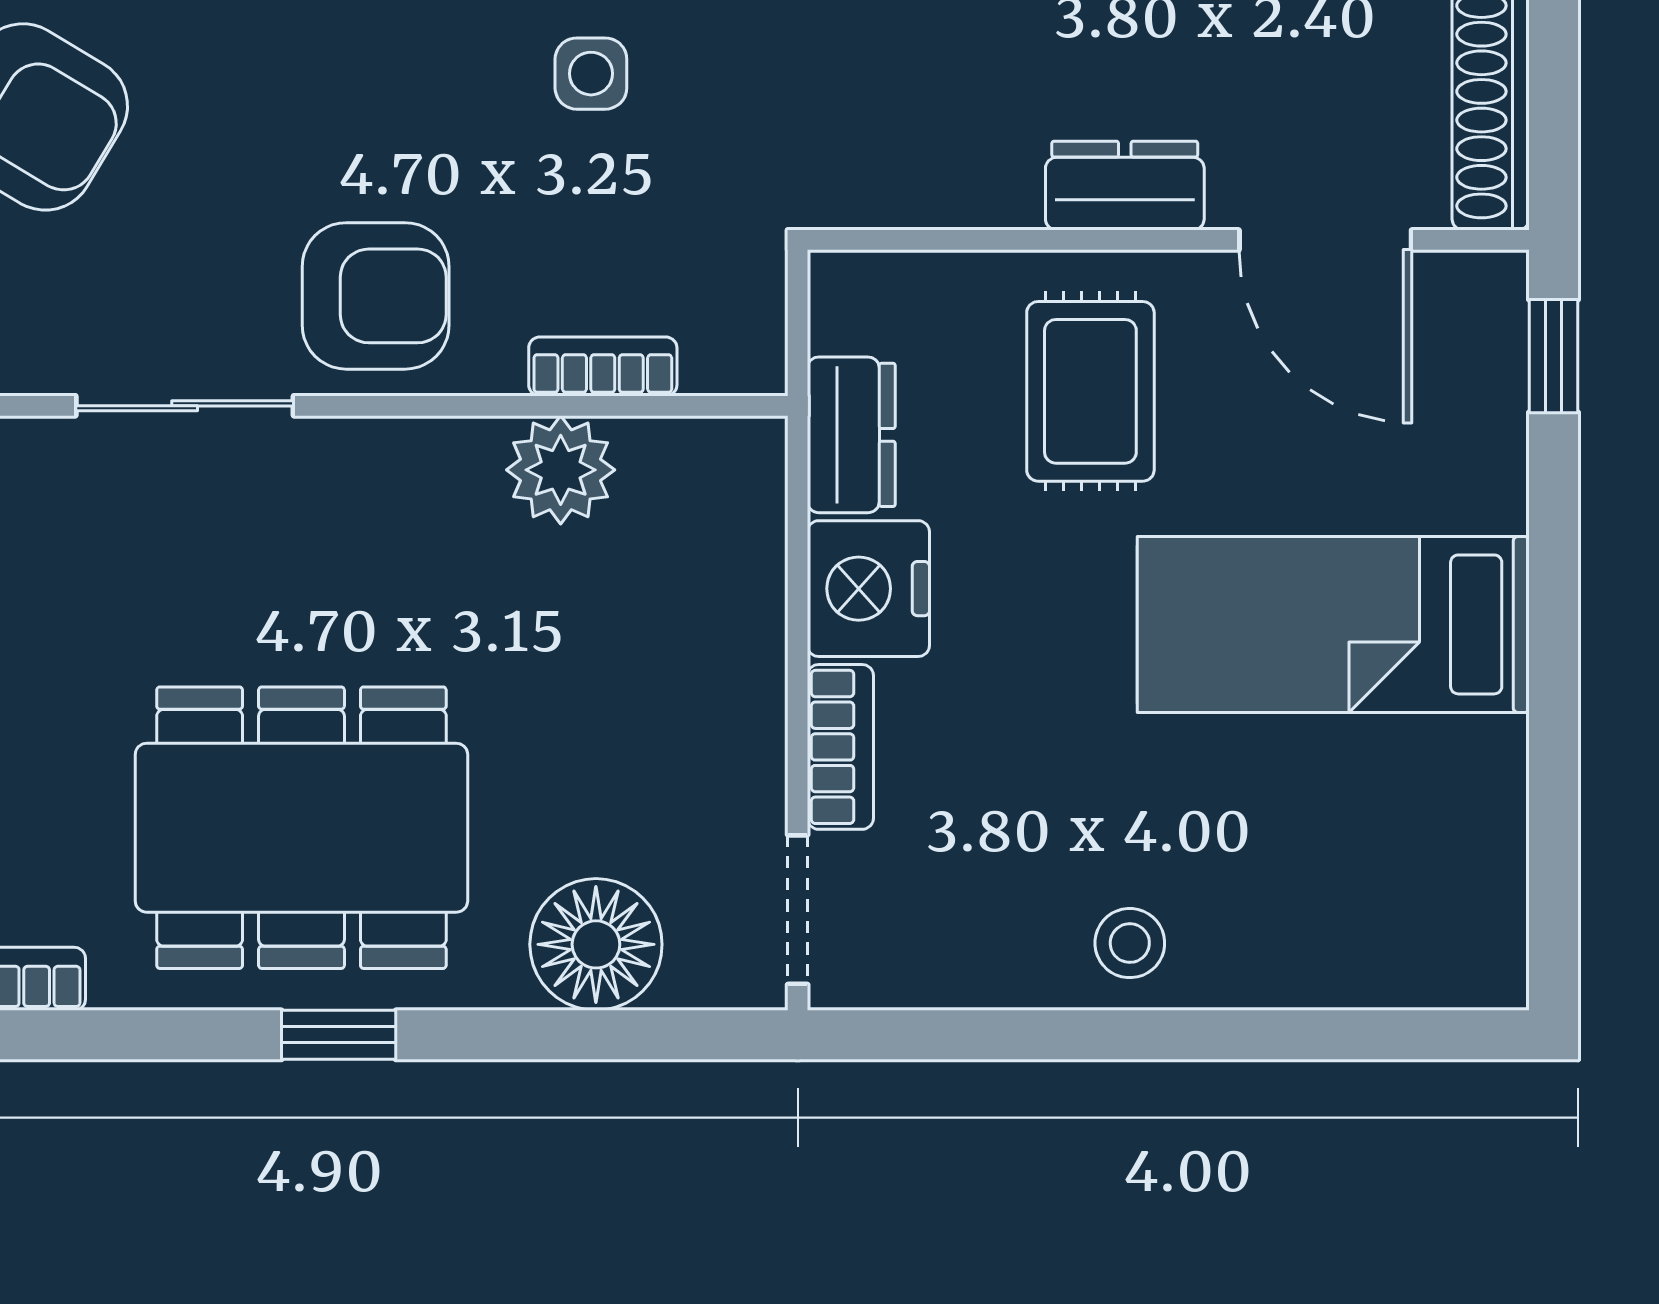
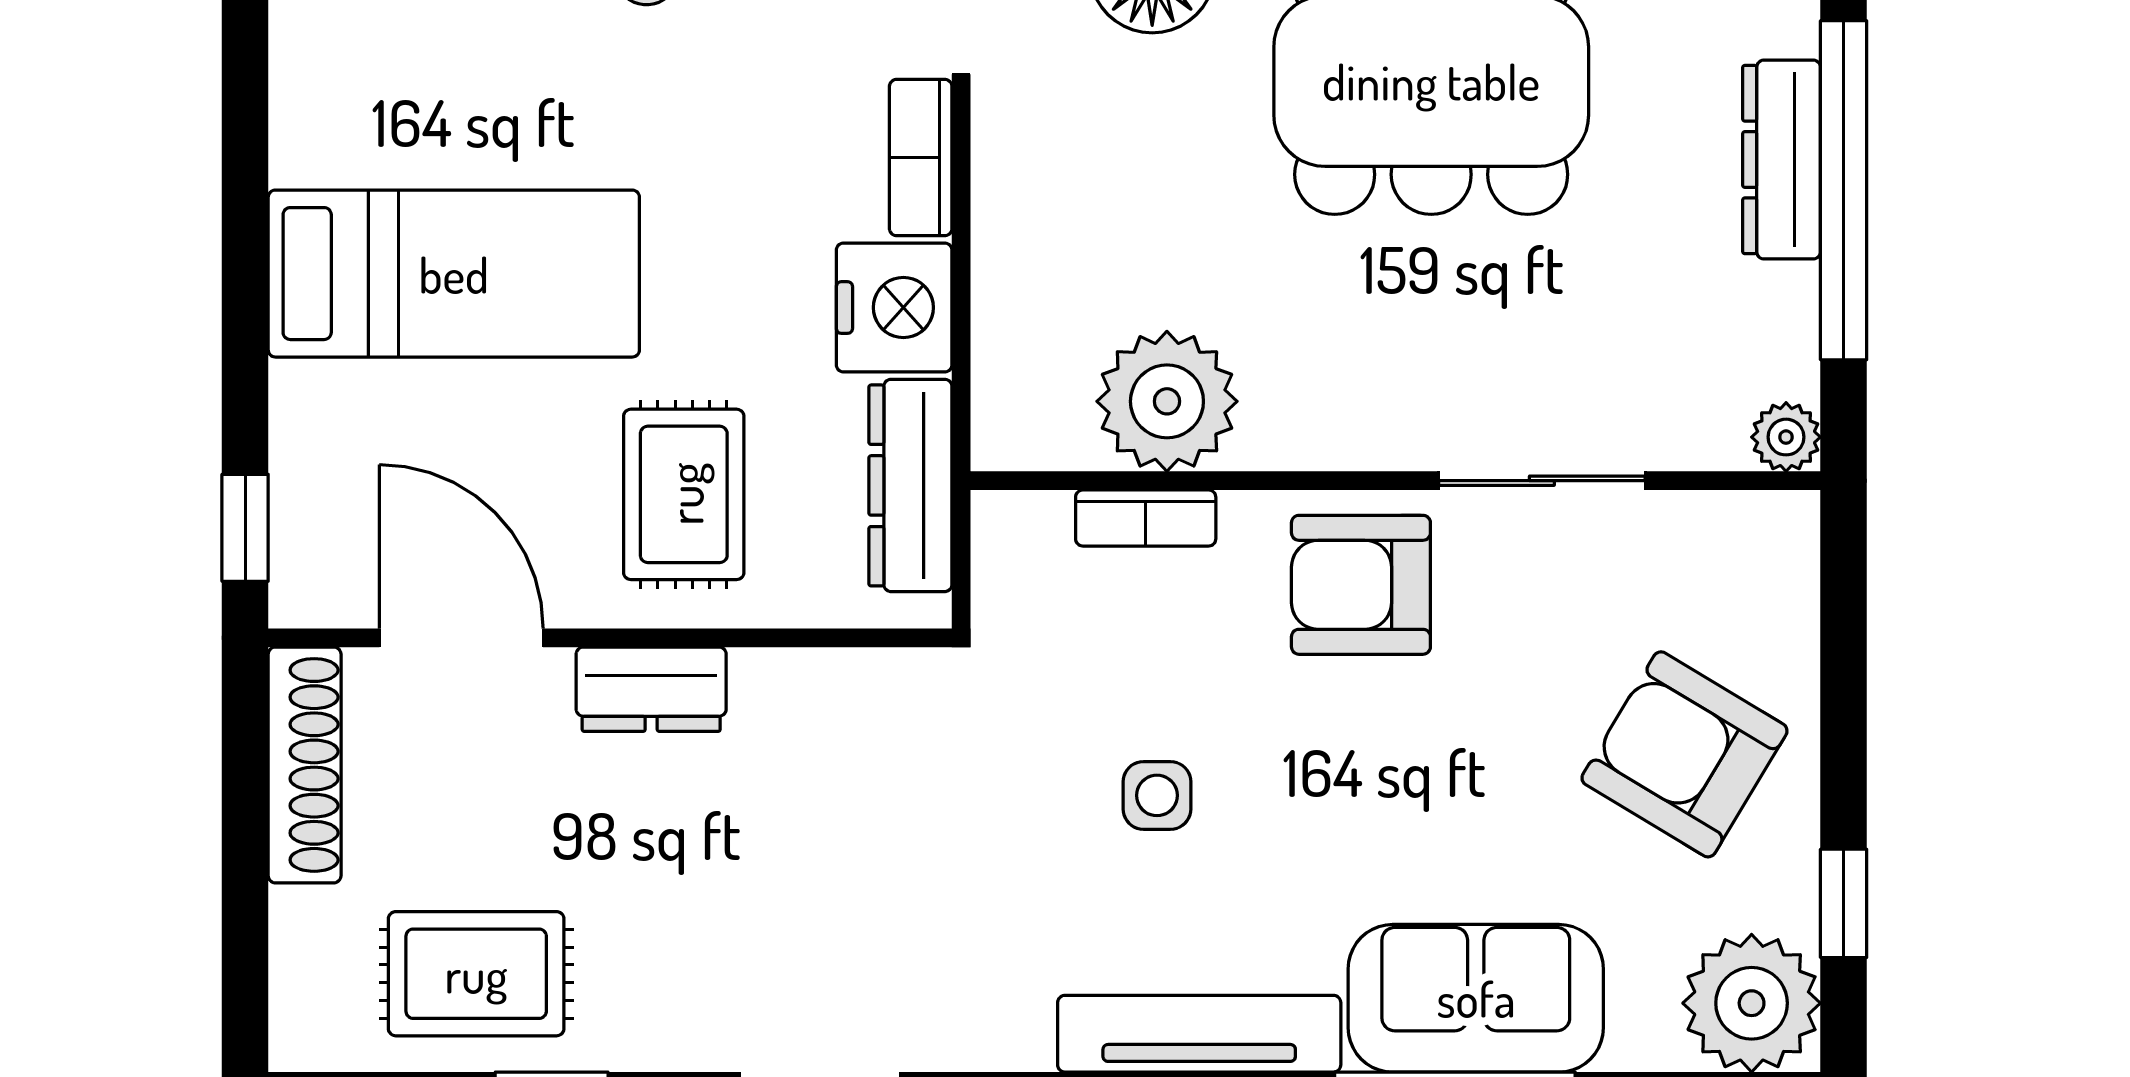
dresser: (851, 435) -> (910, 485), width x1.44
plant: (561, 470) -> (1167, 401), width x1.36, depth x1.36

